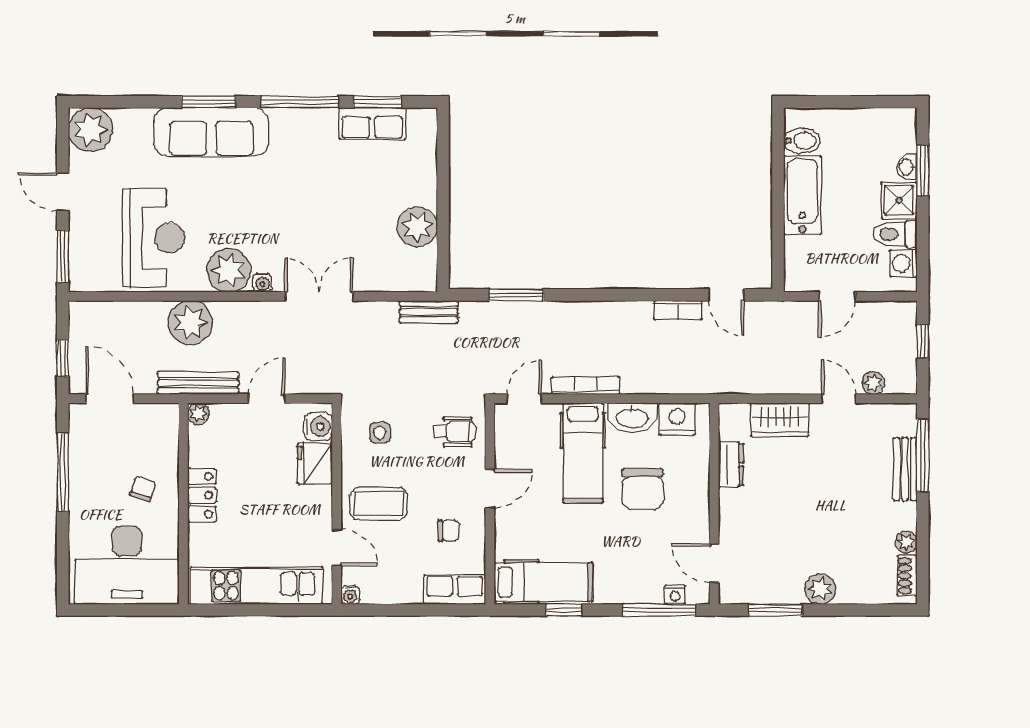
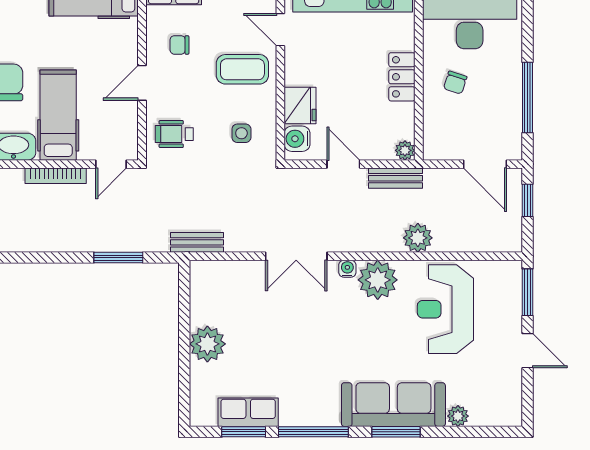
plant: (90, 130) -> (458, 416), moved, width x0.53, depth x0.53
plant: (417, 227) -> (207, 344), moved
plant: (190, 323) -> (418, 238), width x0.73, depth x0.73
bench: (198, 383) -> (396, 178), width x0.73
door: (267, 399) -> (343, 164), swing flipped

